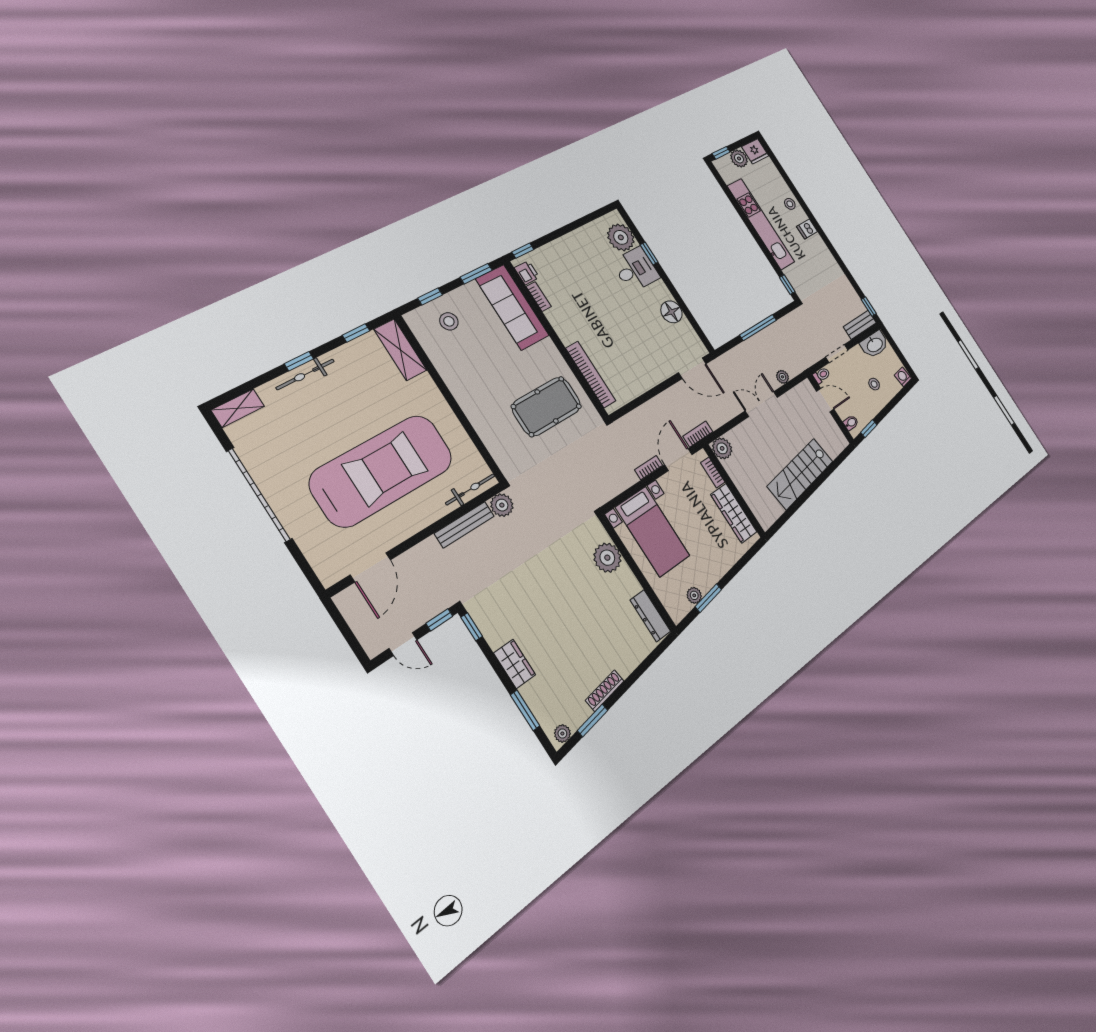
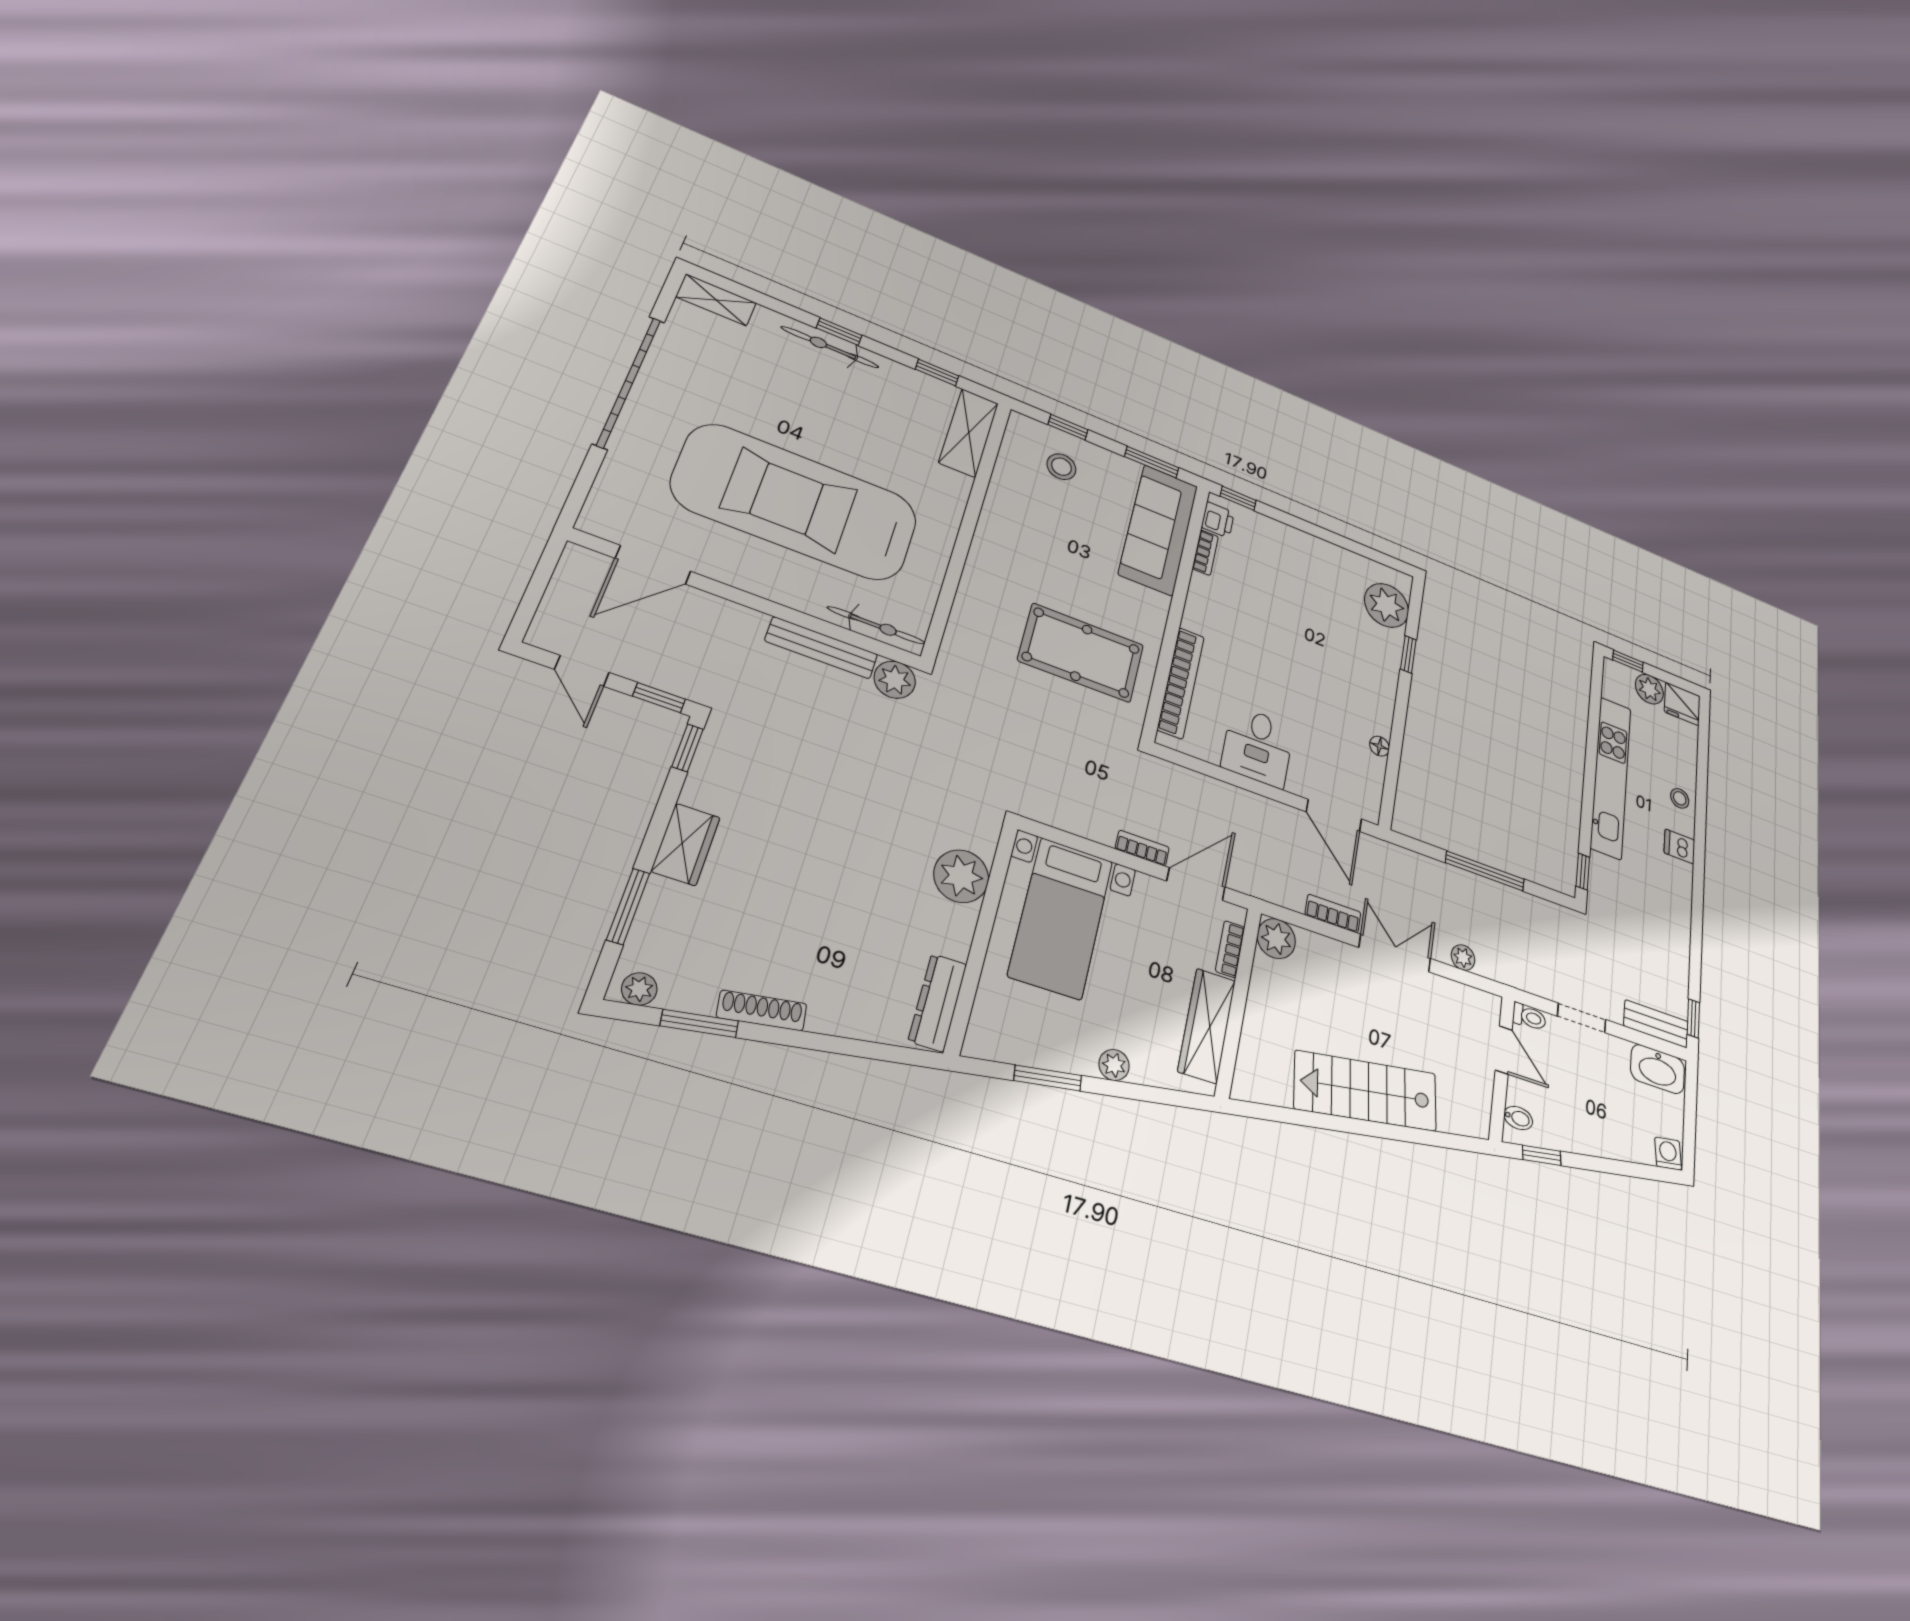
desk: (636, 270) -> (1258, 746), moved, turned 90
floor lamp: (672, 312) -> (1379, 746), width x0.53, depth x0.53
stool: (874, 384) -> (1608, 1113), removed
bookcase: (698, 434) -> (1333, 914), moved
car: (382, 470) -> (796, 502), turned 180
plant: (694, 595) -> (1114, 1065), moved

